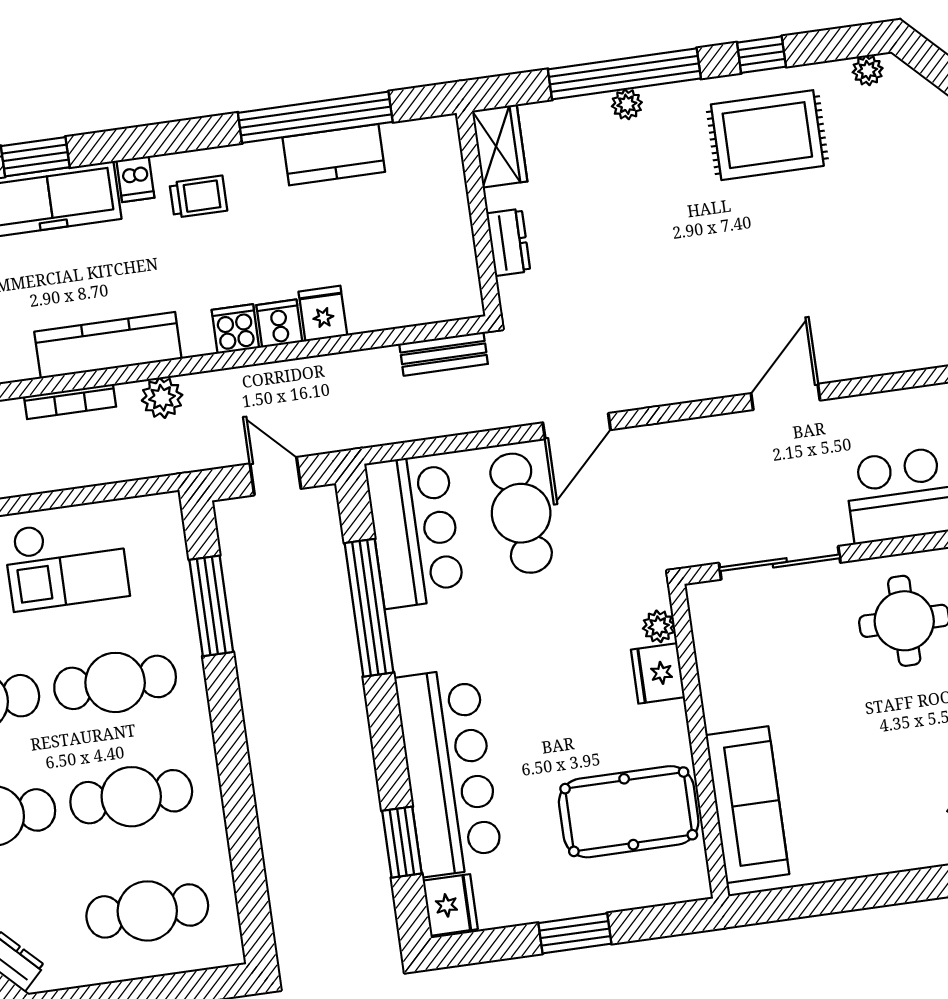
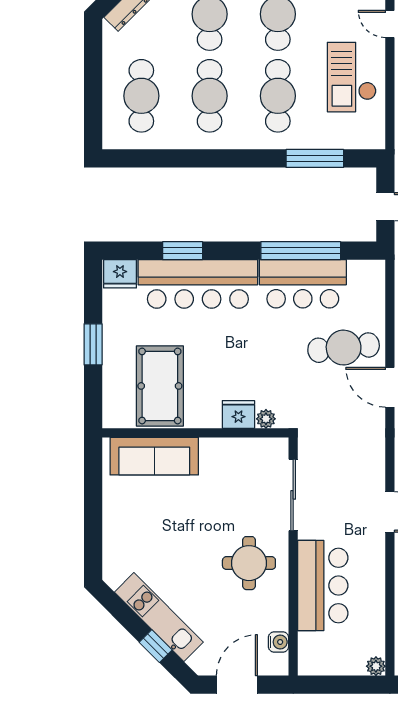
bar counter: (415, 531) -> (303, 284), moved
window: (402, 842) -> (183, 251), moved

